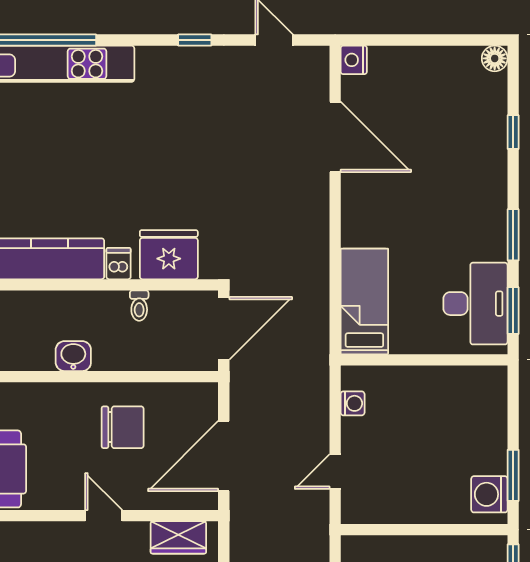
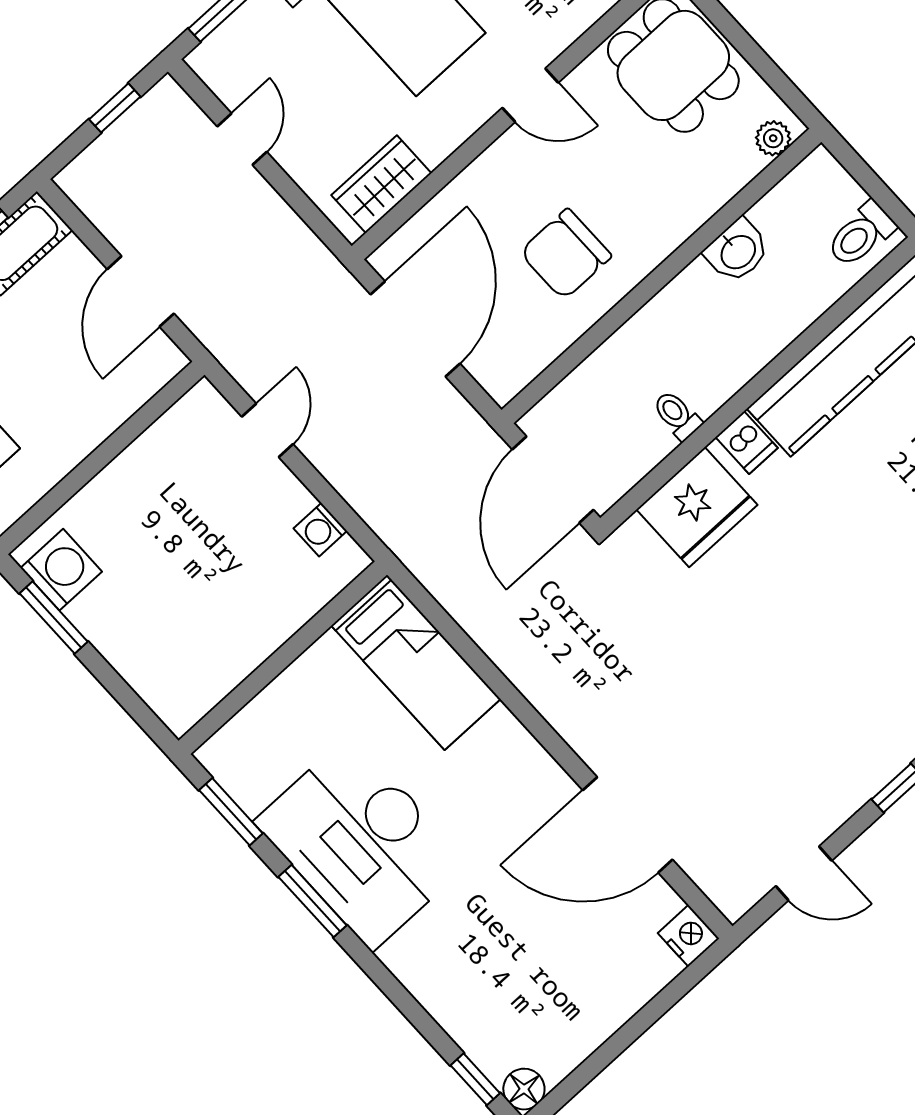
window: (513, 132) -> (475, 1079), moved
desk: (475, 304) -> (361, 843), moved, width x1.36, depth x1.30
washbasin: (73, 356) -> (737, 251), moved
door: (104, 516) -> (530, 95), moved

